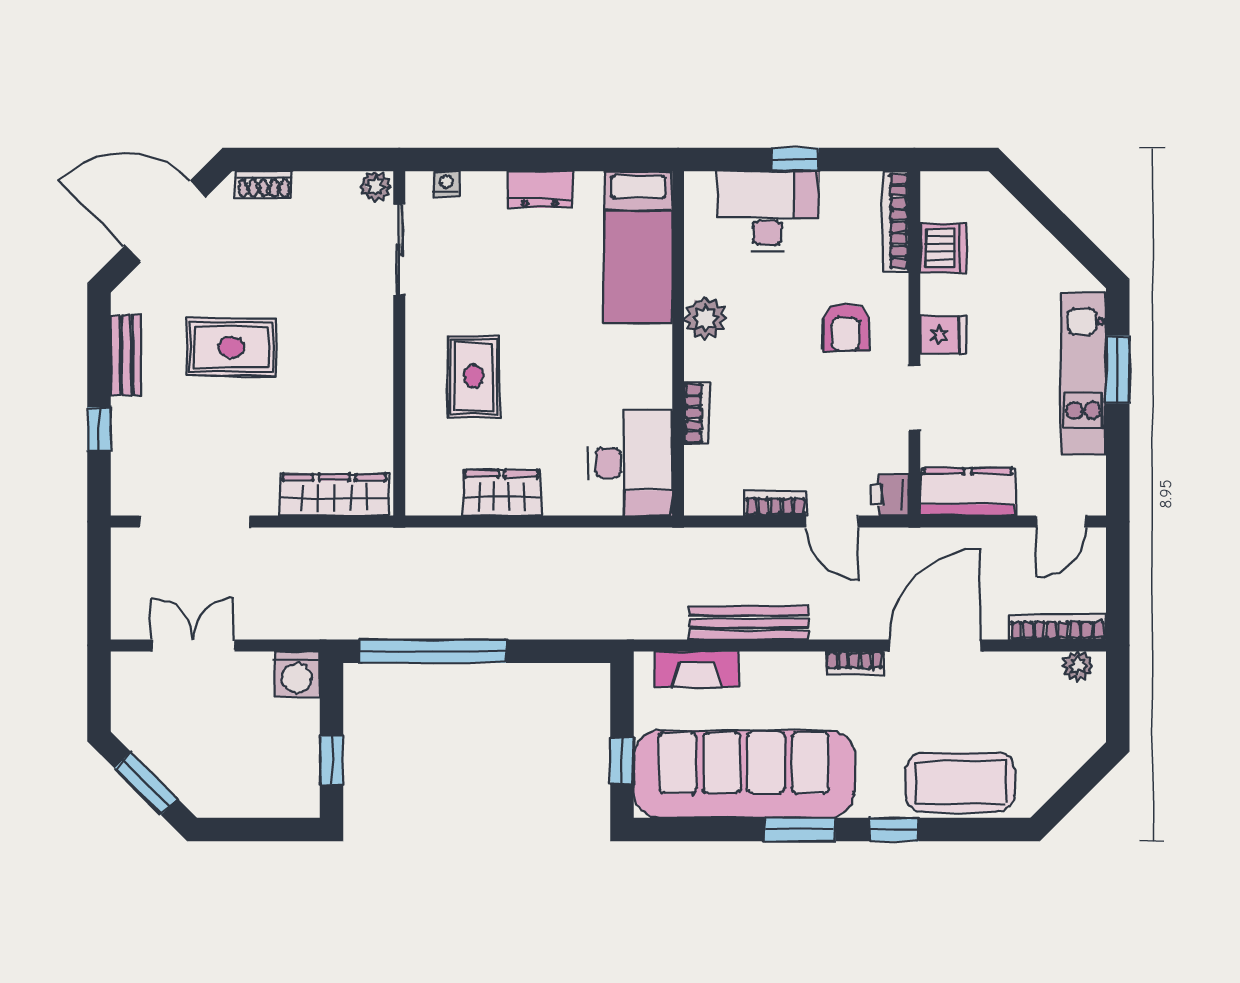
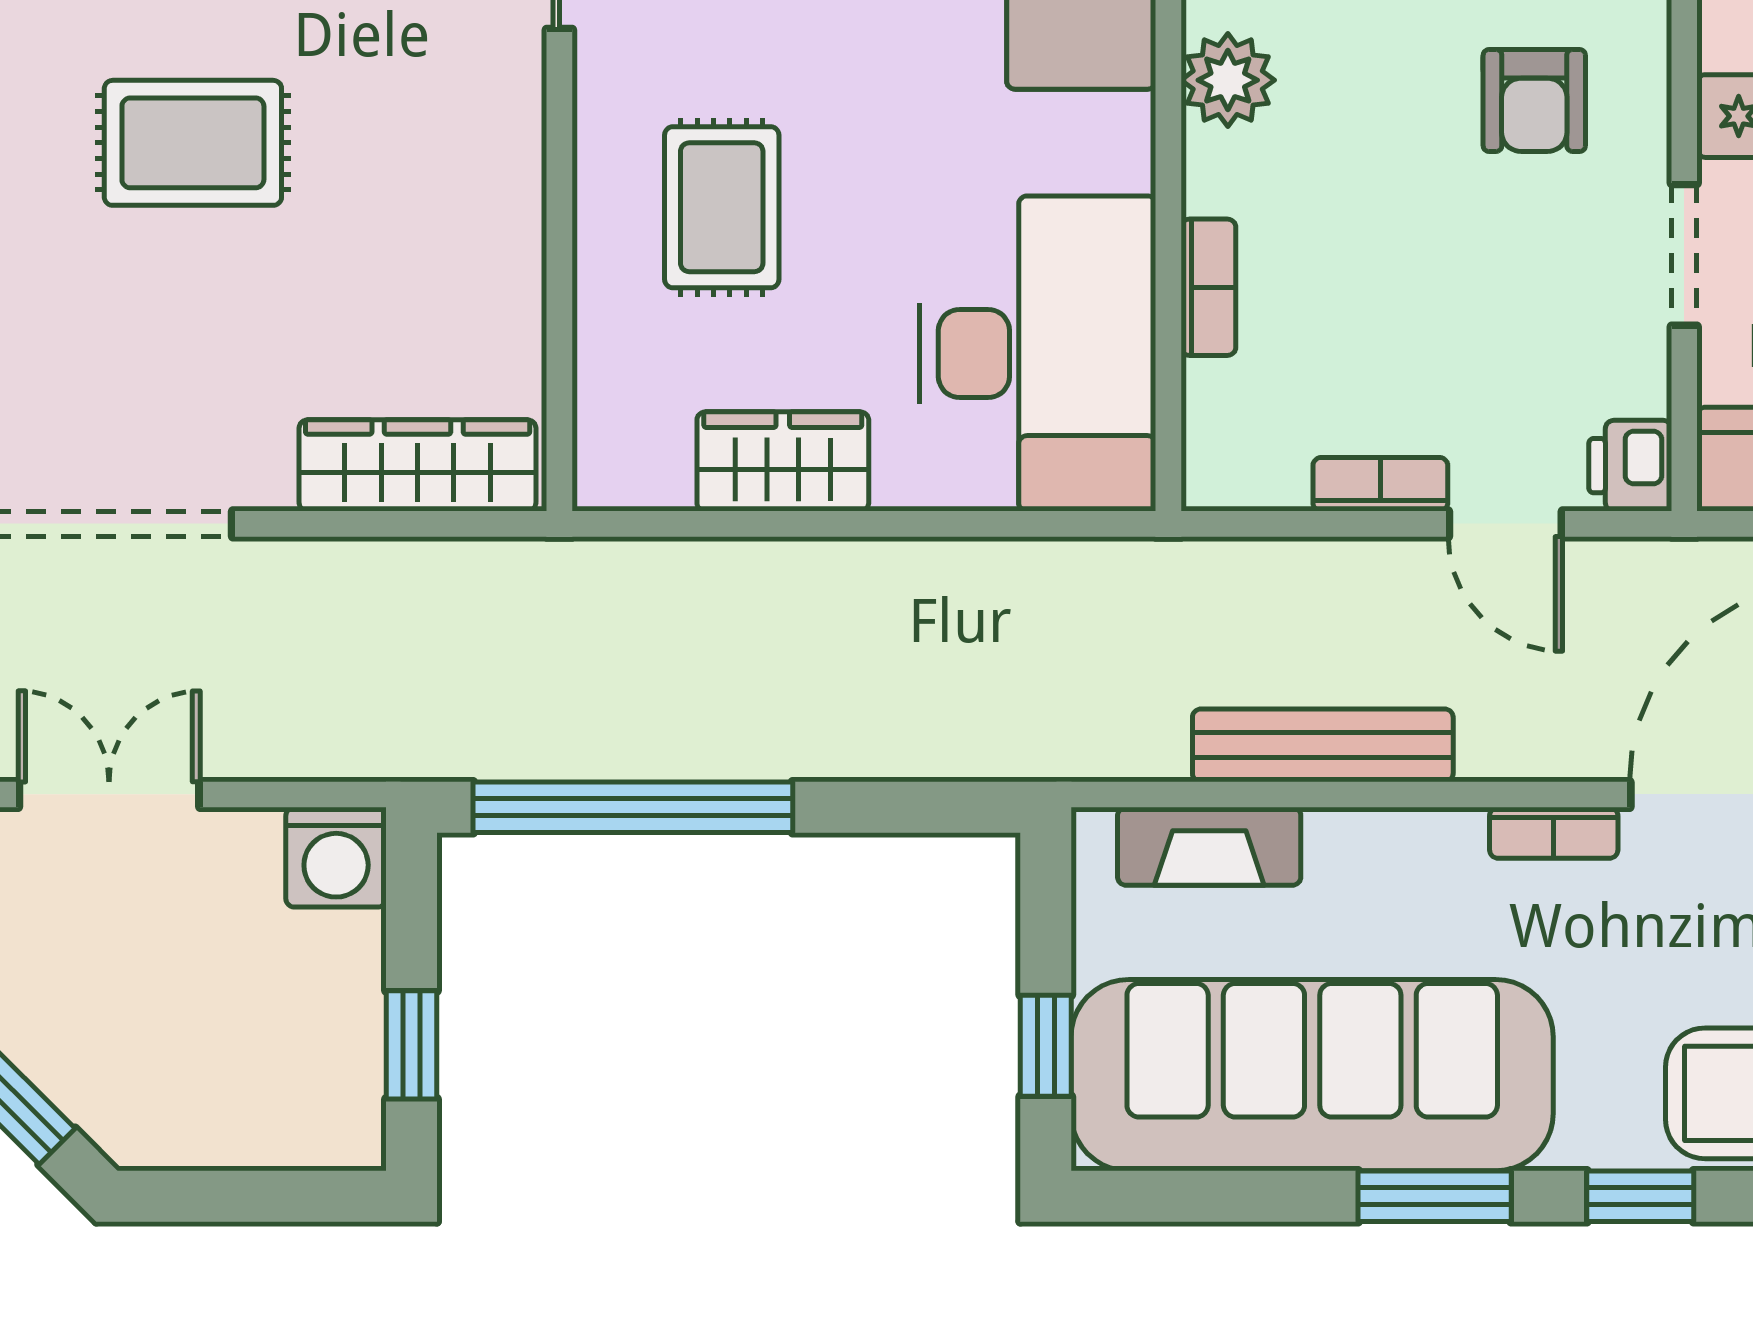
desk: (631, 463) -> (1038, 353), width x1.36, depth x1.30

